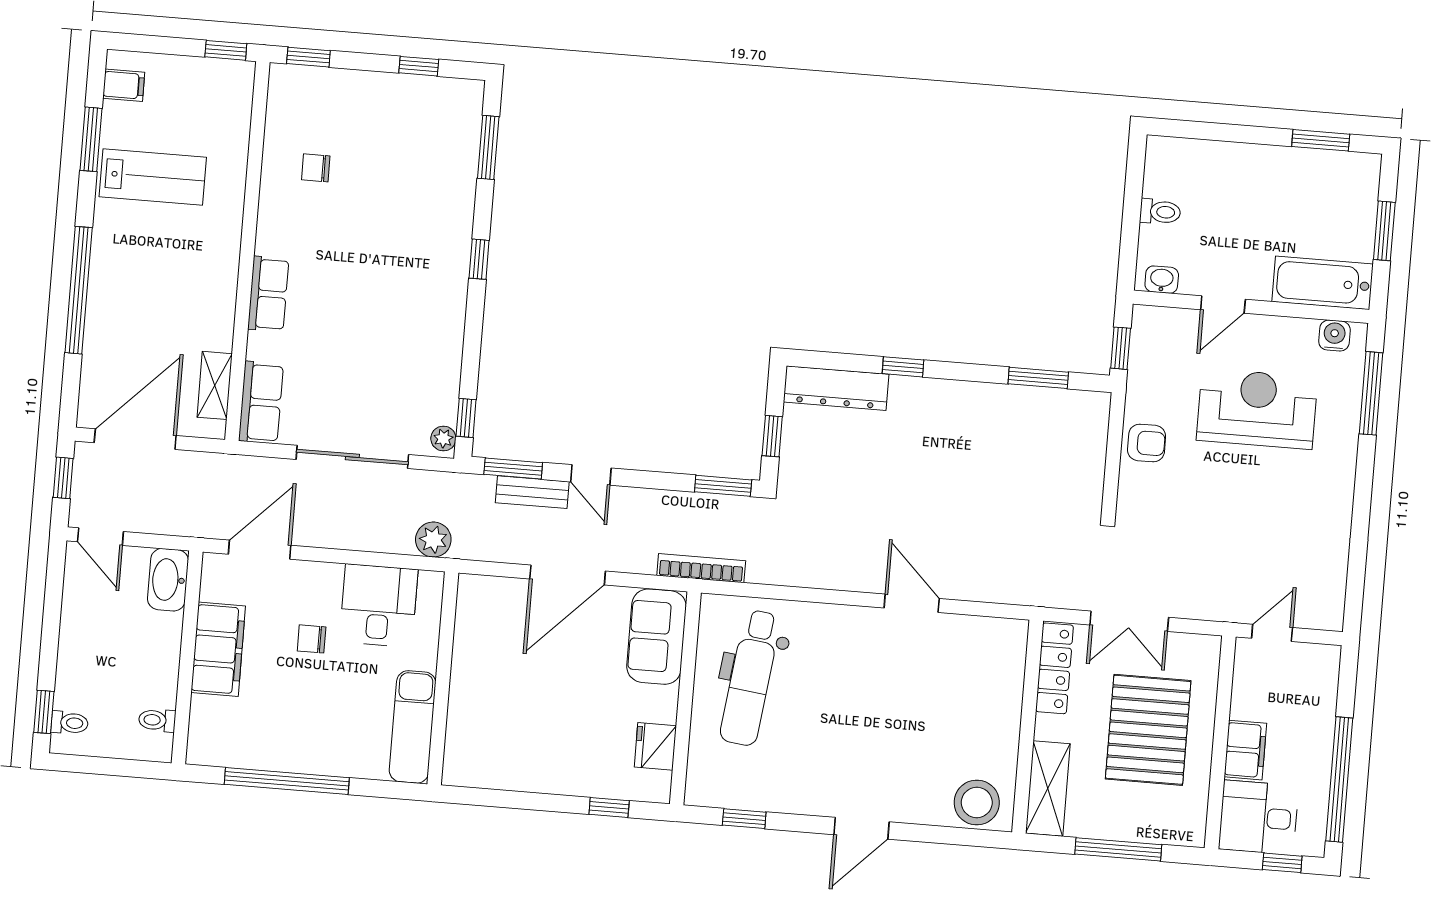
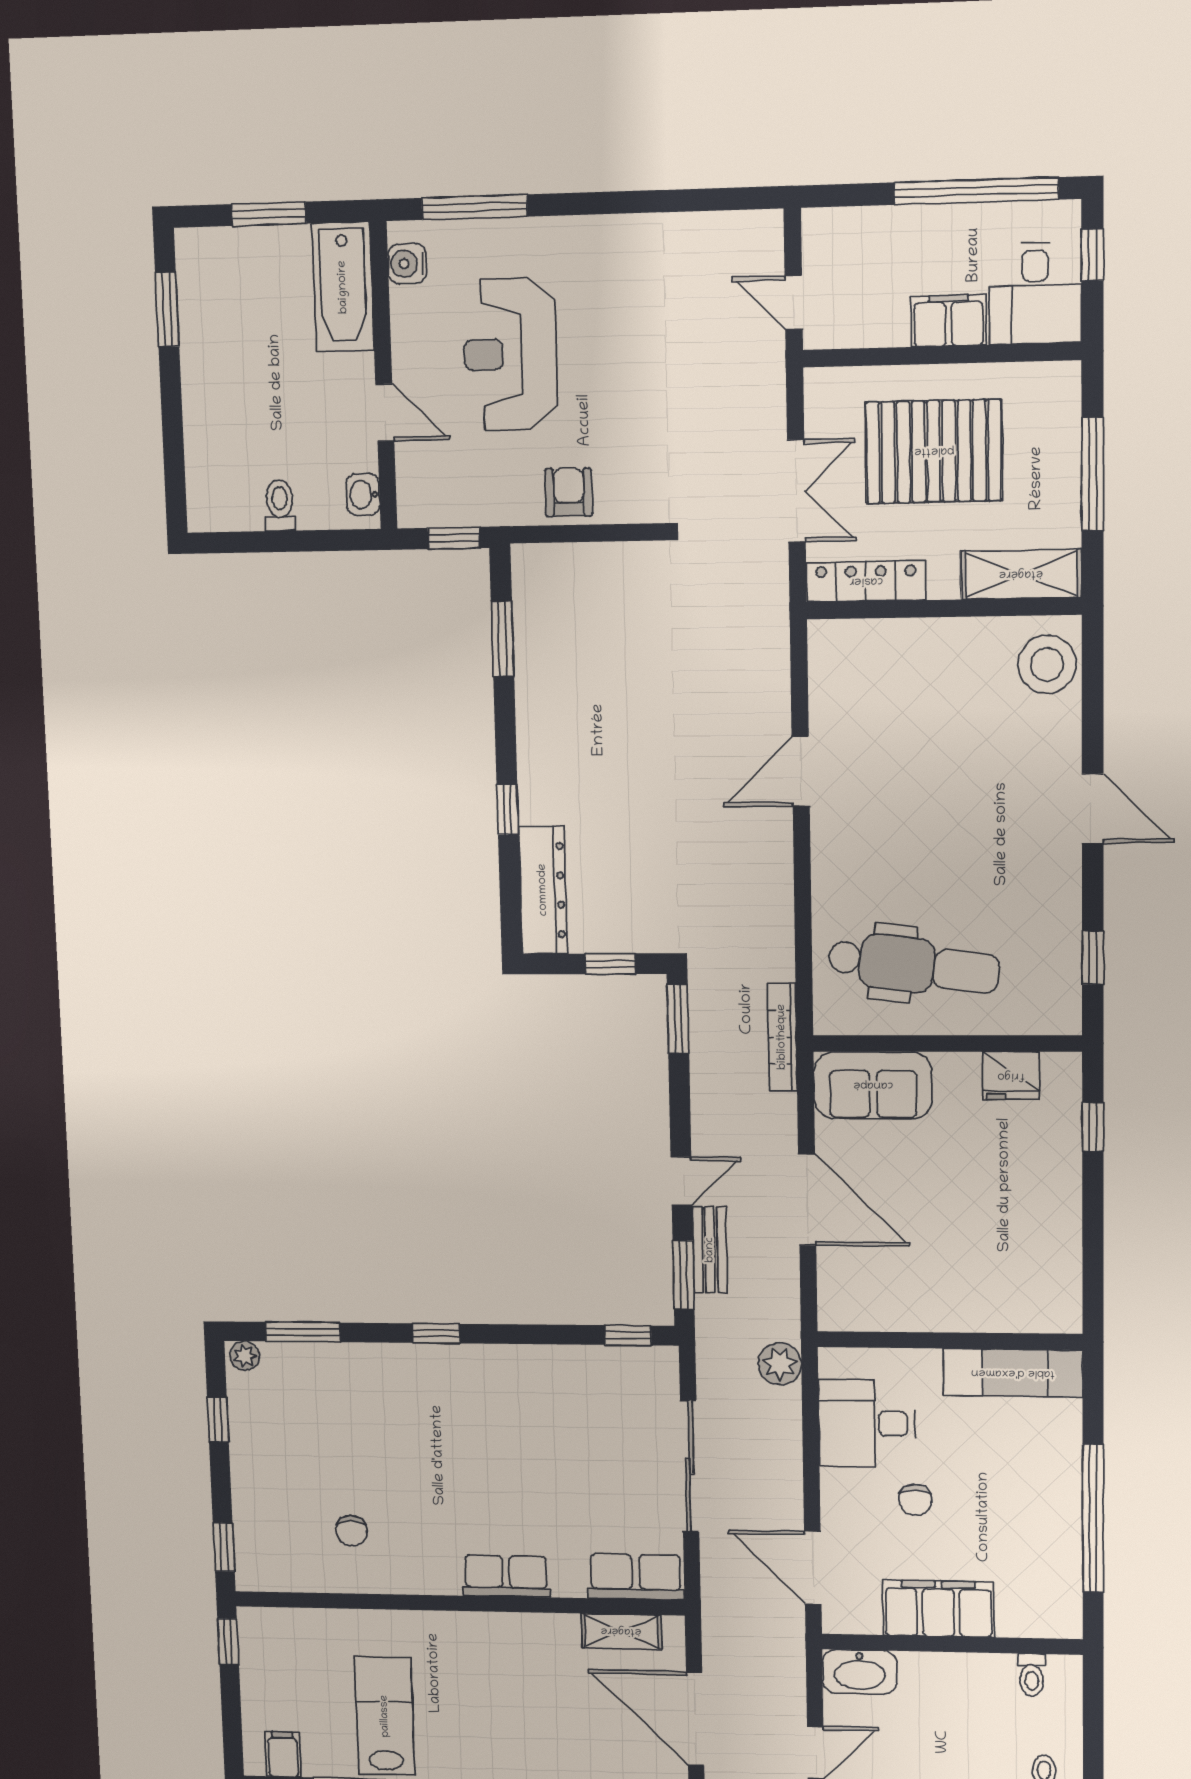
plant: (443, 439) -> (245, 1356), moved

